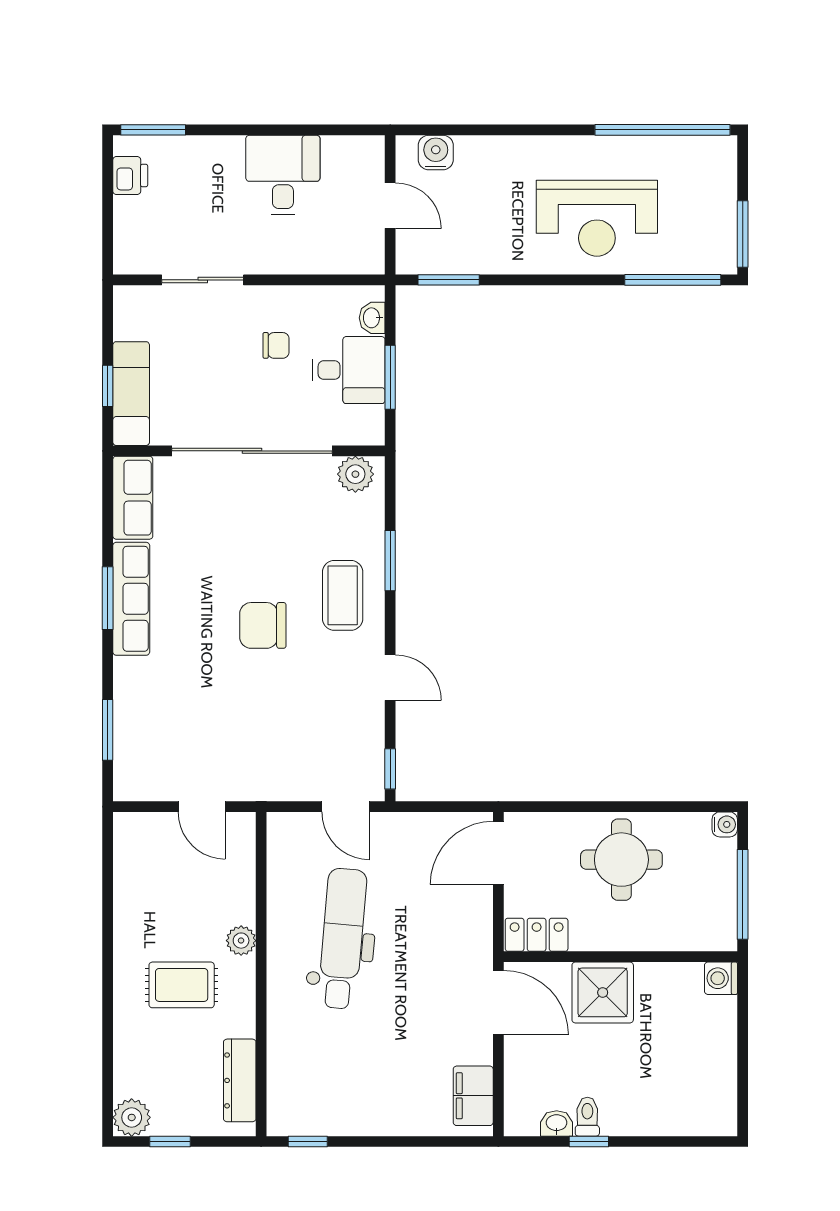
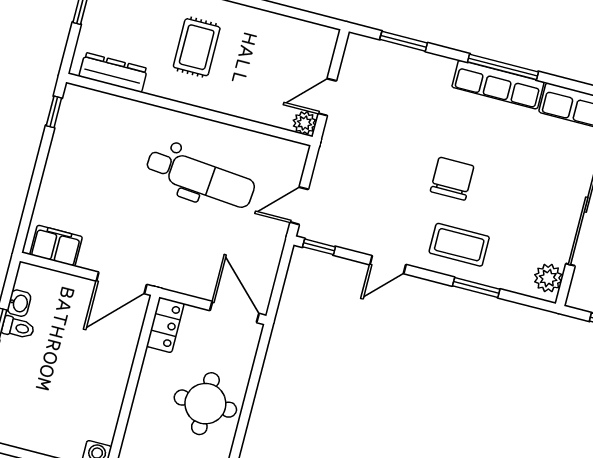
window: (108, 598) -> (503, 67), width x1.44
plant: (241, 941) -> (304, 123), moved
shower: (603, 992) -> (109, 363), removed

